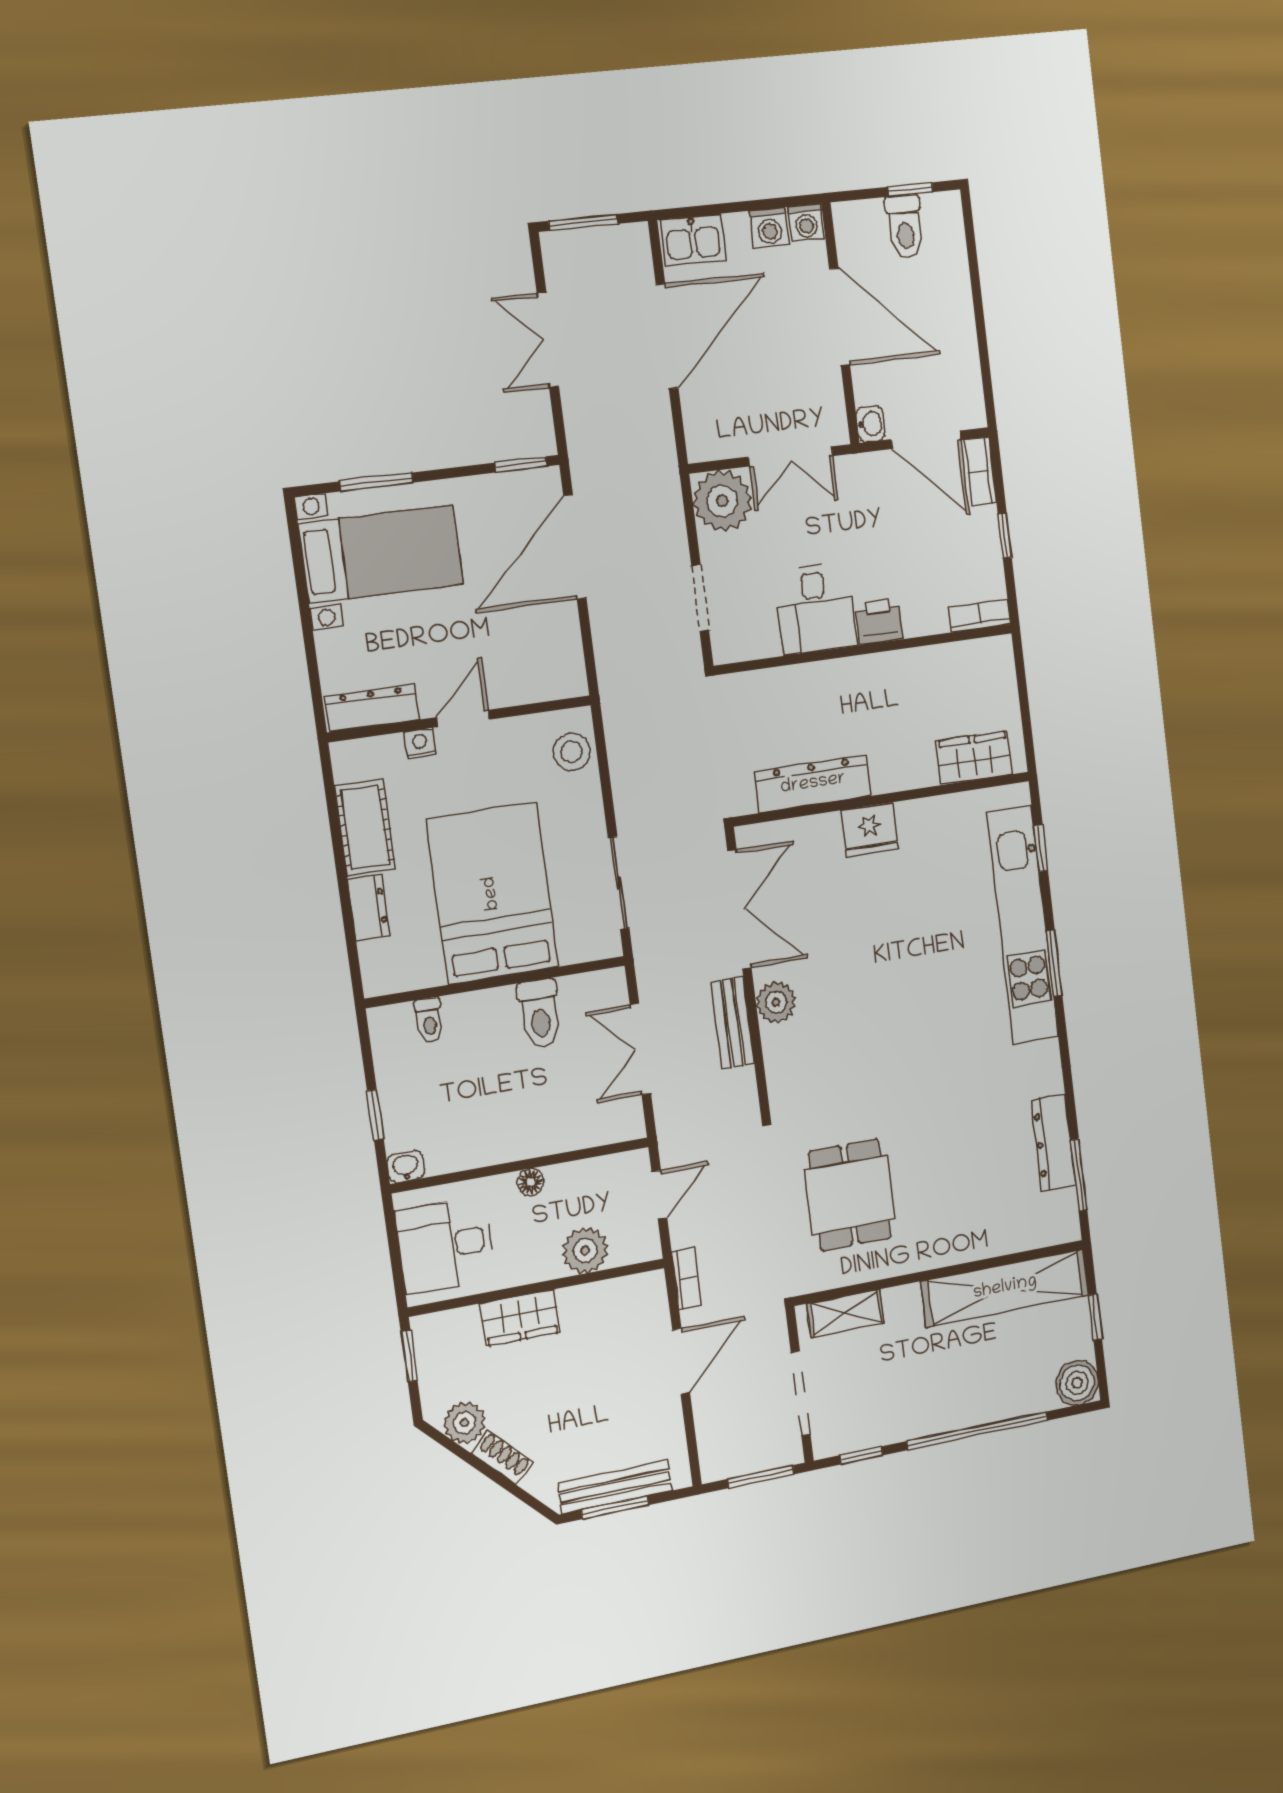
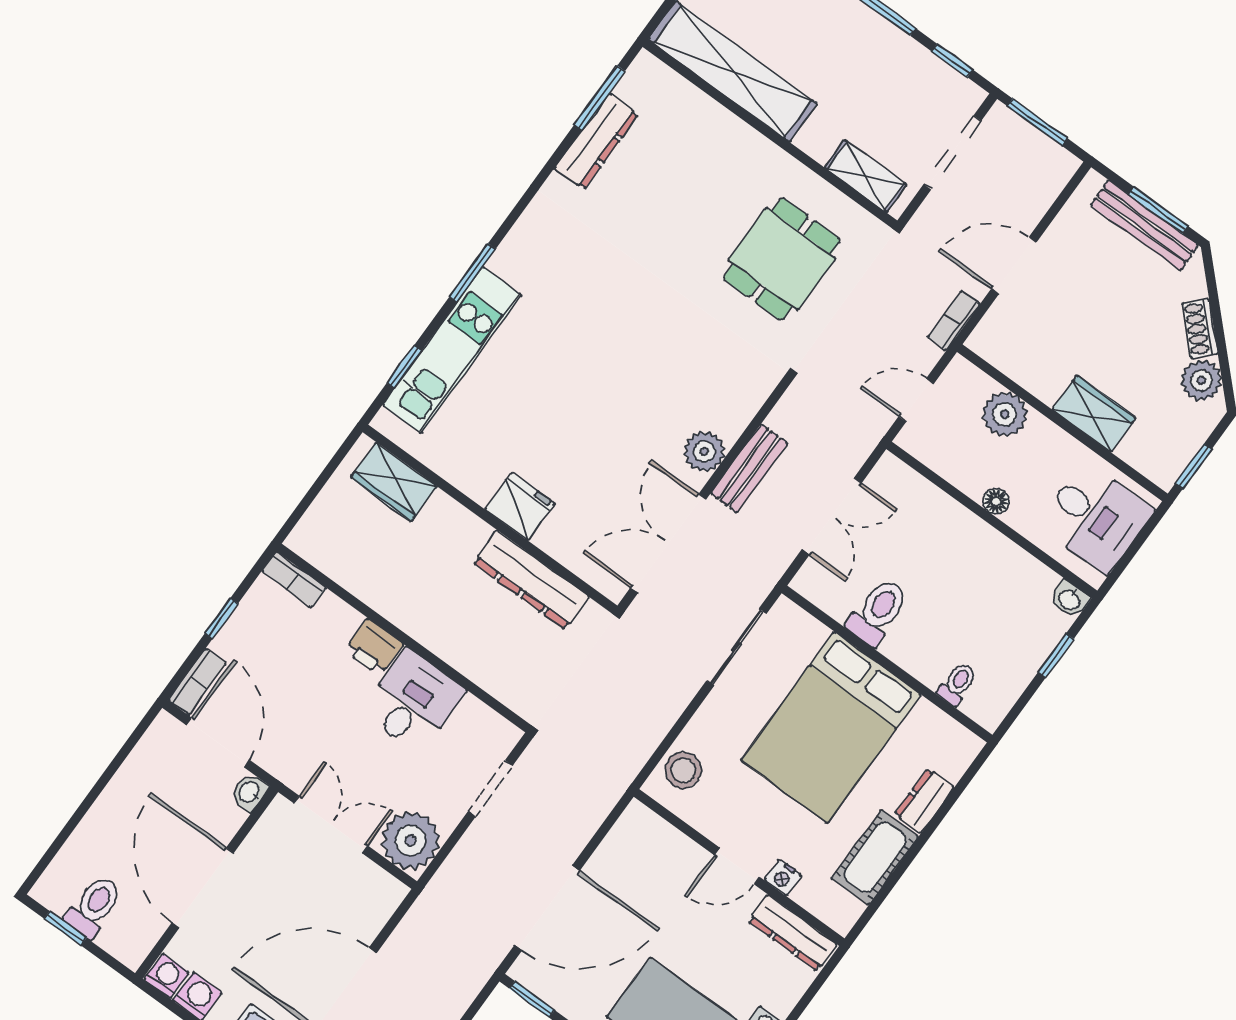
kitchen unit: (1023, 925) -> (452, 350), width x0.73

